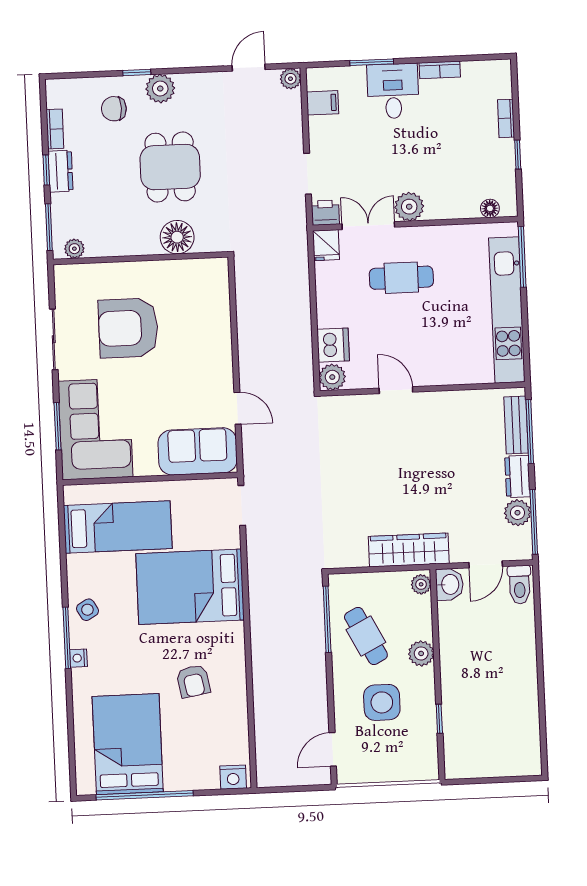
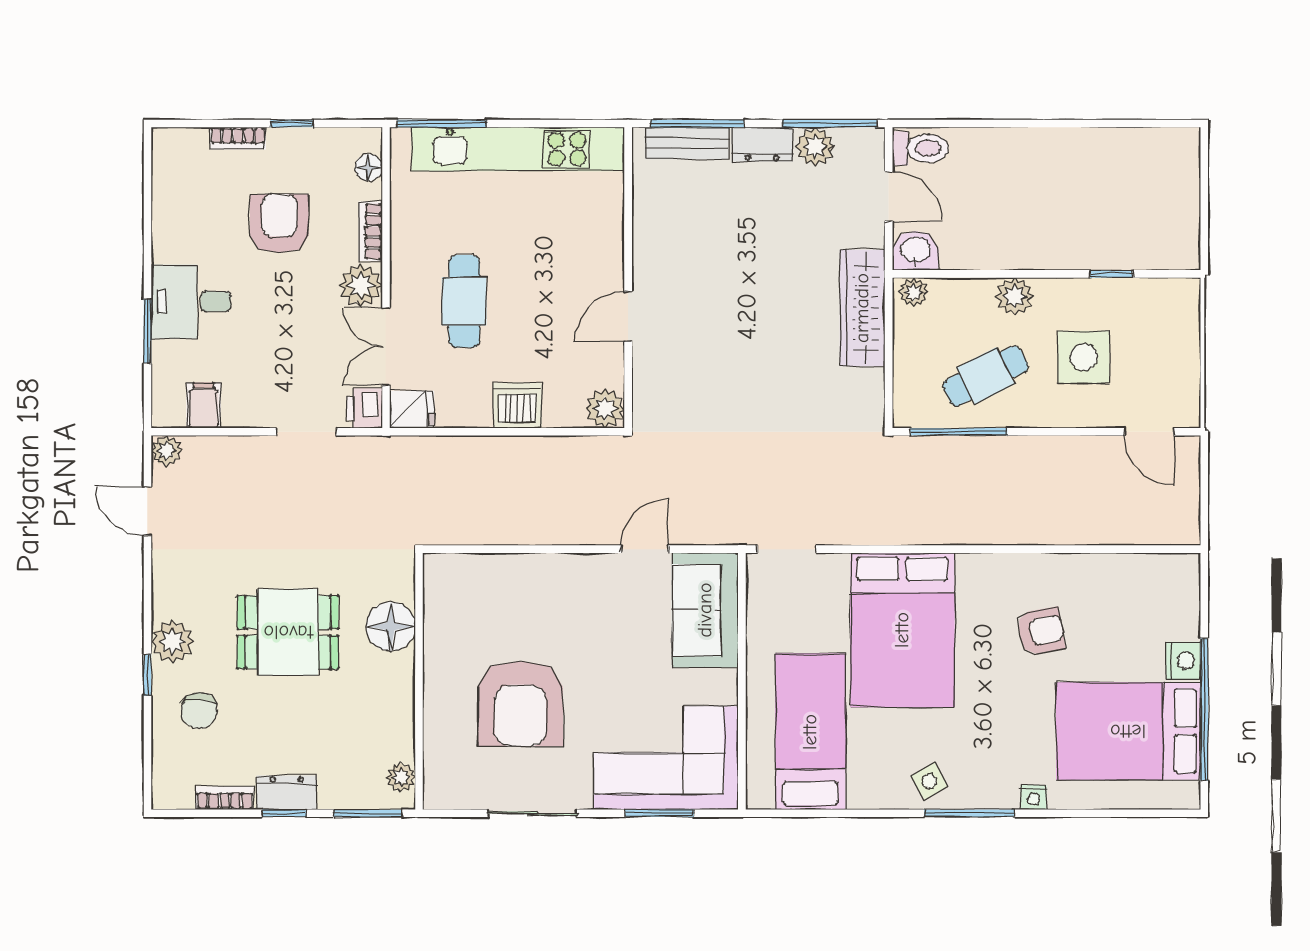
bookcase: (440, 70) -> (370, 231), moved, turned 180
armchair: (449, 149) -> (279, 224), added
dishwasher: (333, 345) -> (517, 405), moved
nightstand: (79, 658) -> (1034, 797), moved
nightstand: (233, 777) -> (1183, 661), moved

